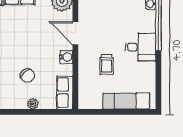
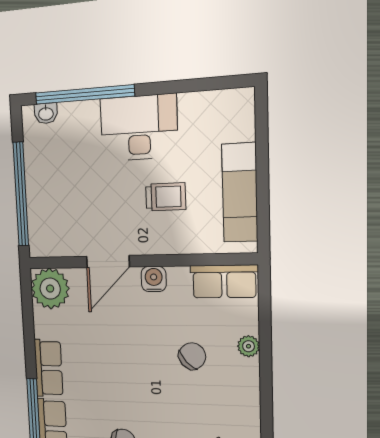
desk: (140, 47) -> (139, 128), width x1.37
exam couch: (126, 101) -> (240, 193), moved

